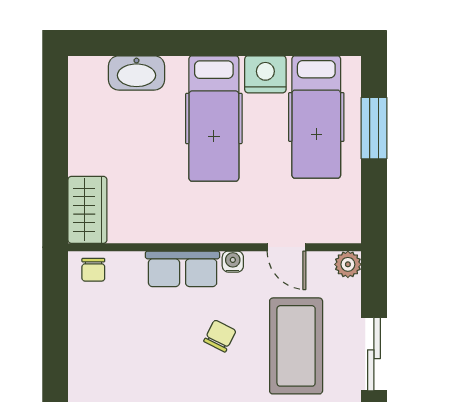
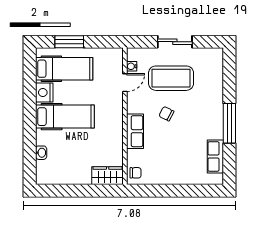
washbasin: (136, 73) -> (41, 153), width x0.52, depth x0.69
water cooler: (233, 262) -> (132, 66), moved
plant: (348, 264) -> (133, 54), removed

